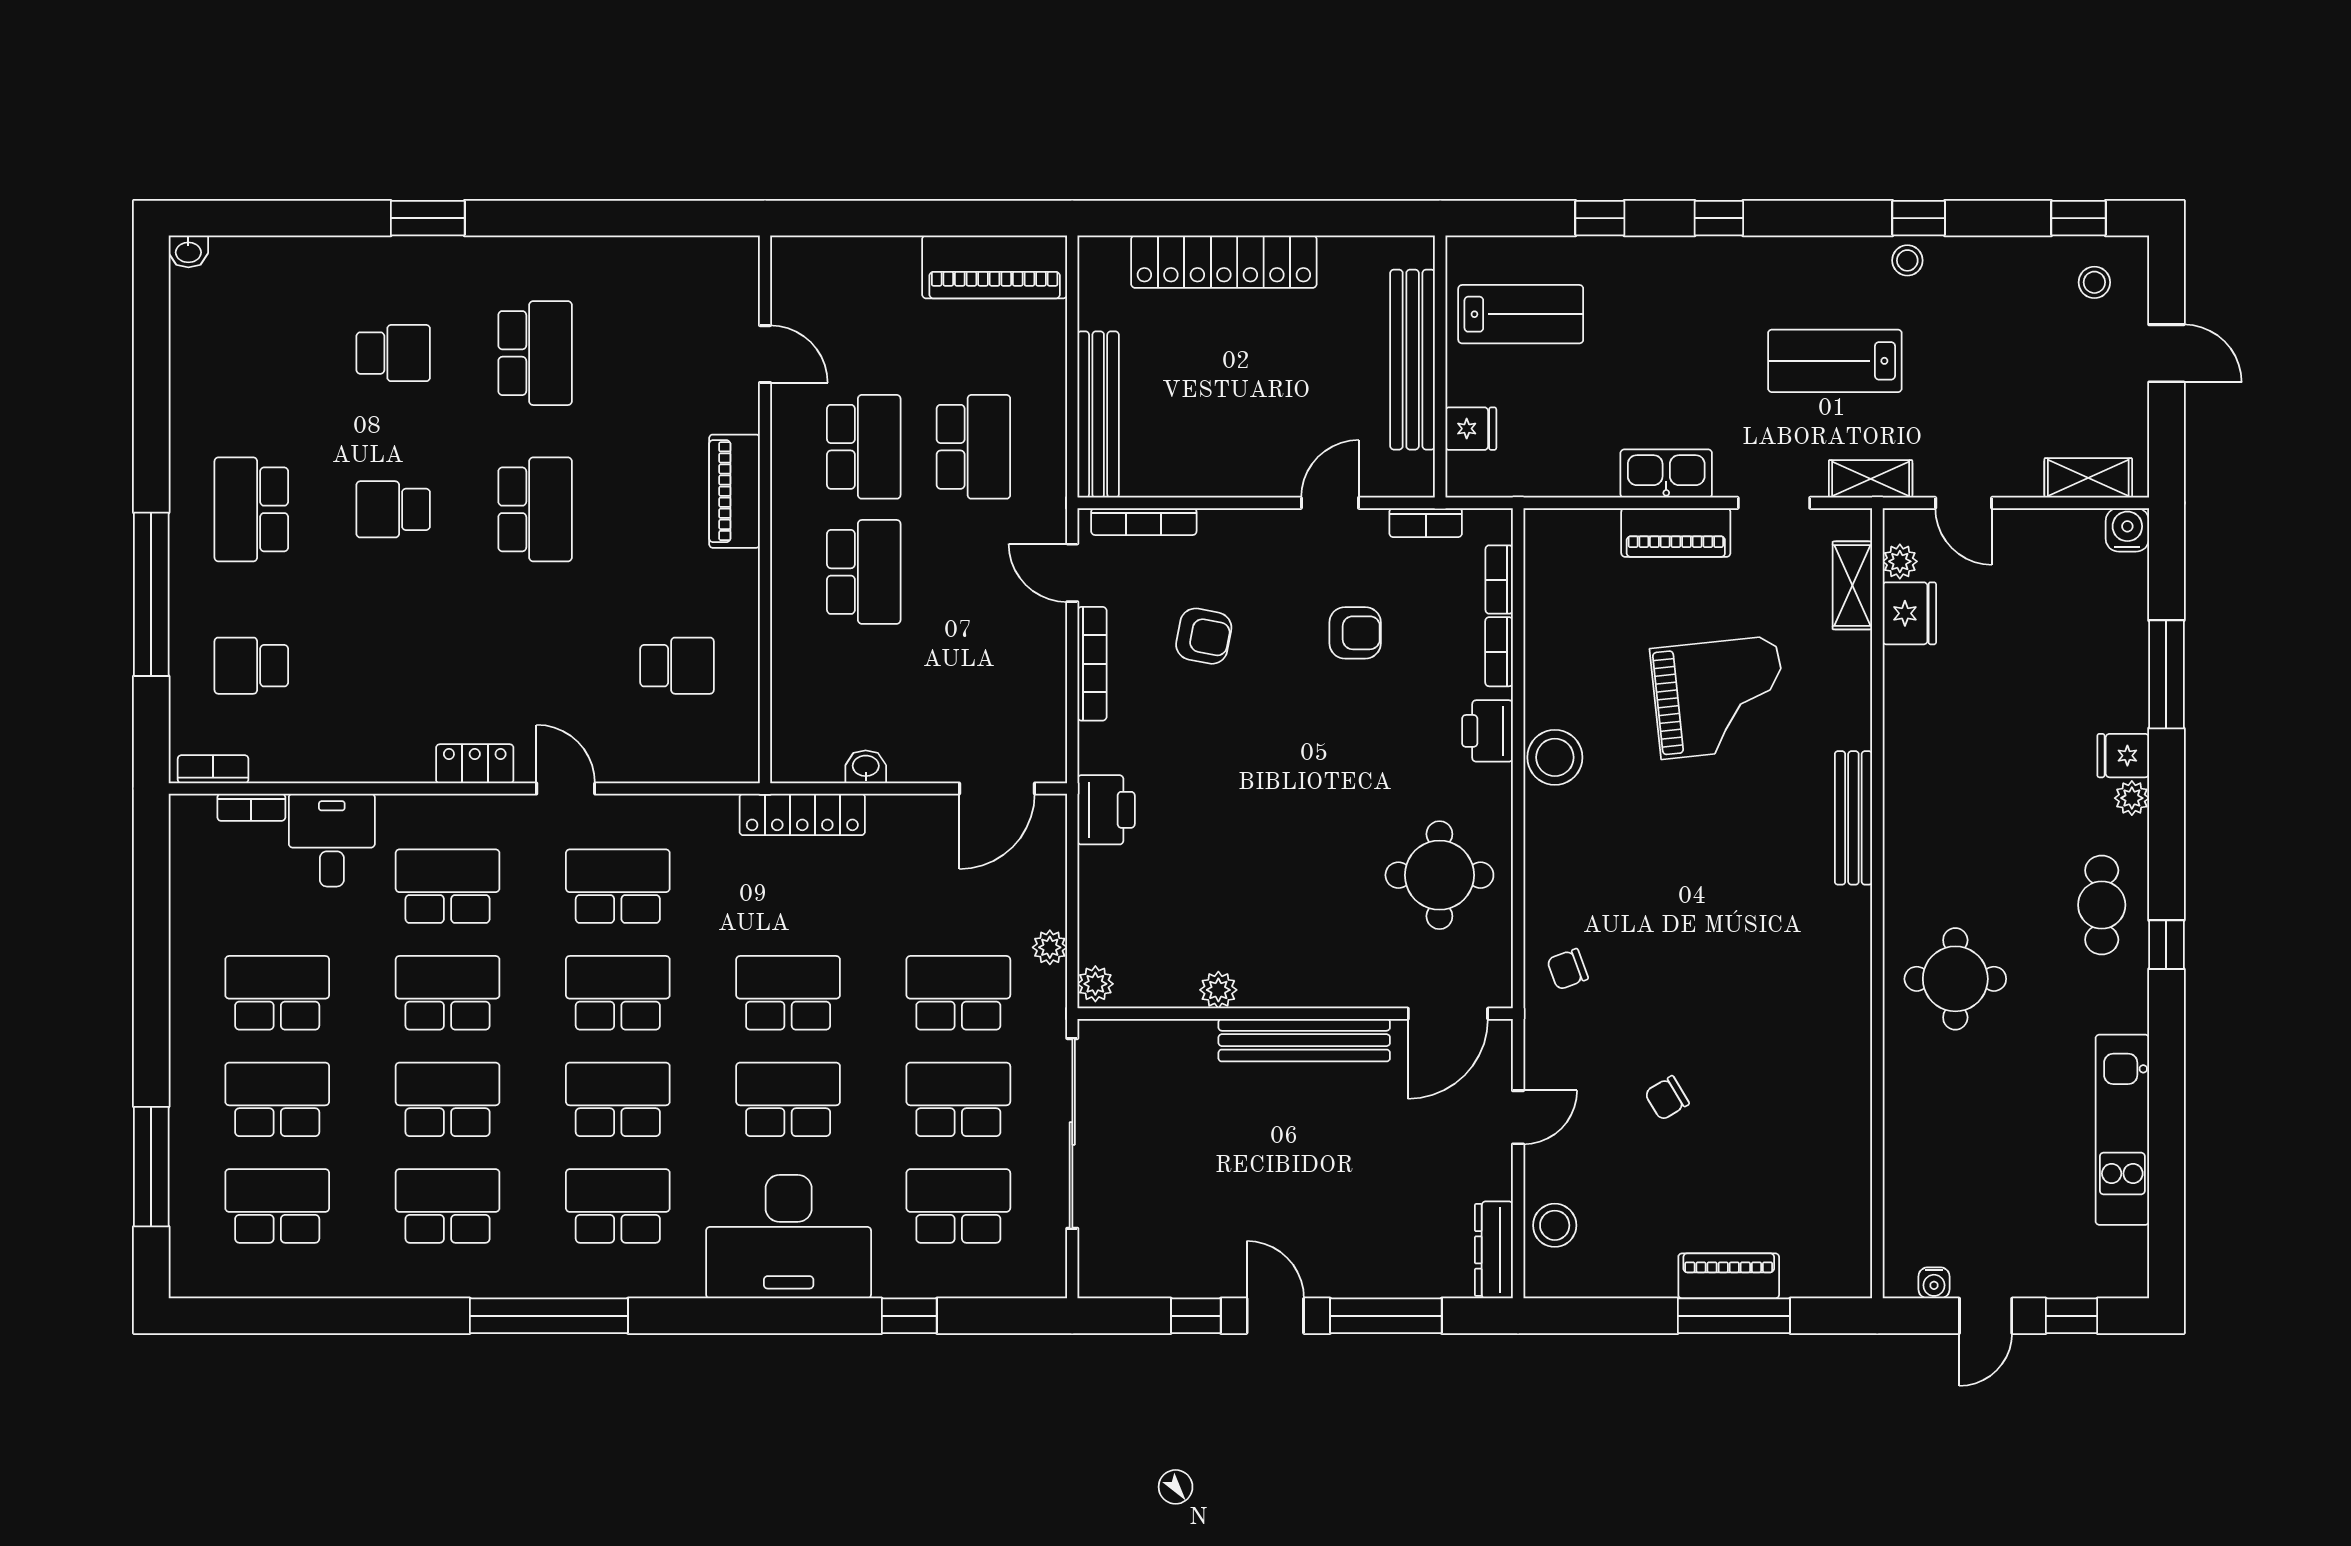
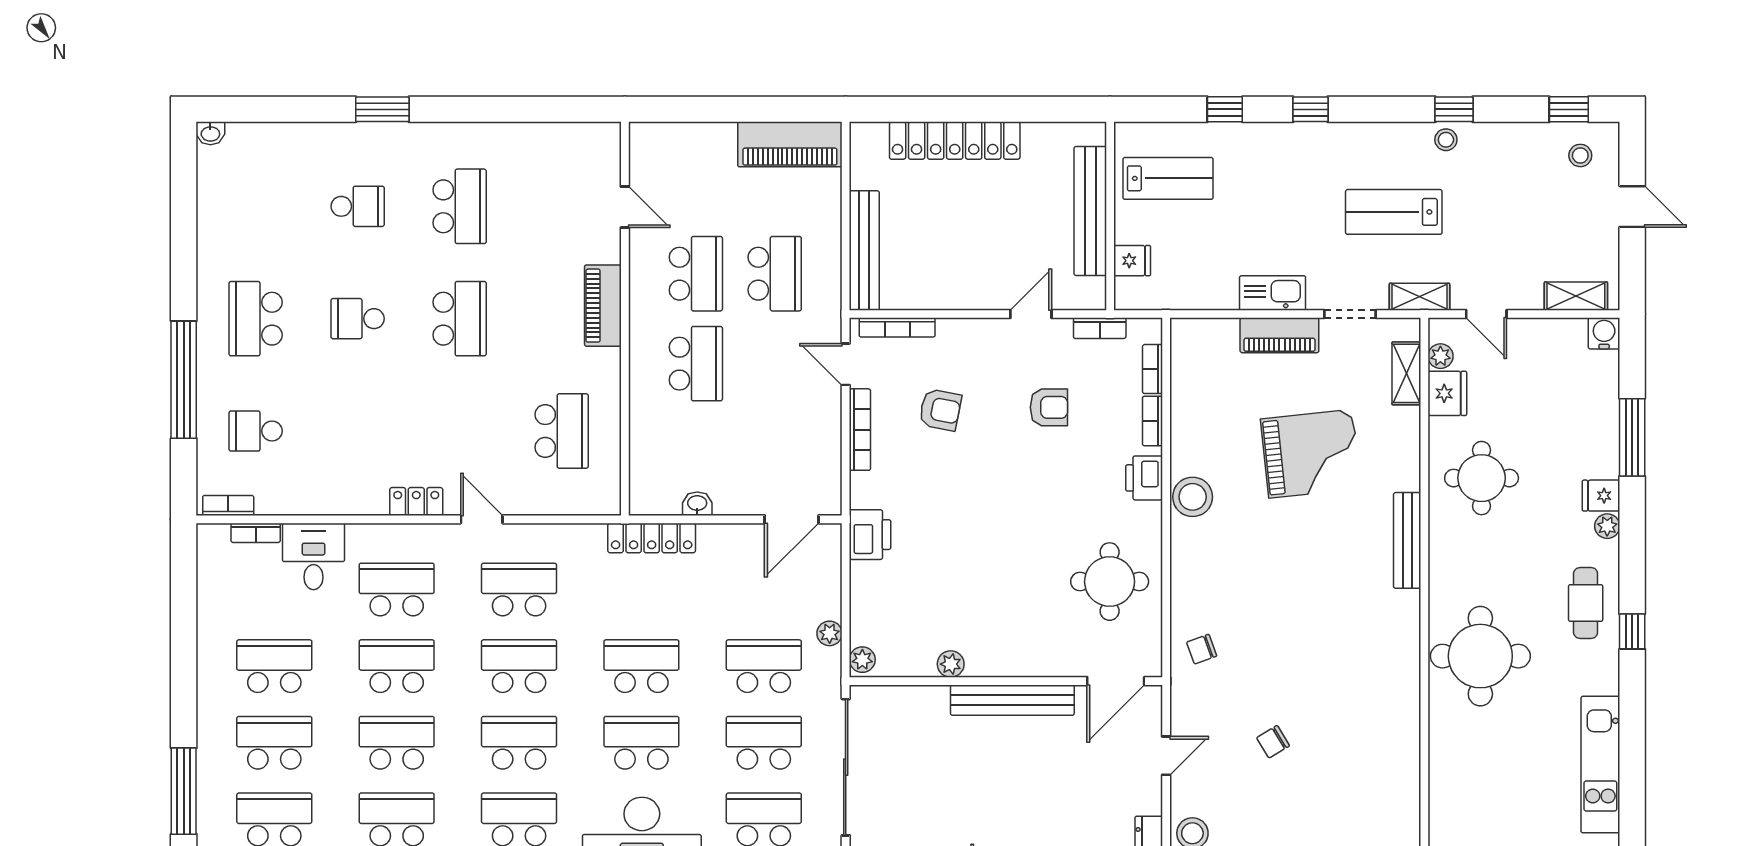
school desk: (677, 666) -> (562, 431), width x1.85
round table: (1957, 731) -> (1482, 478), added
round table: (1955, 979) -> (1480, 656), width x1.36, depth x1.36

